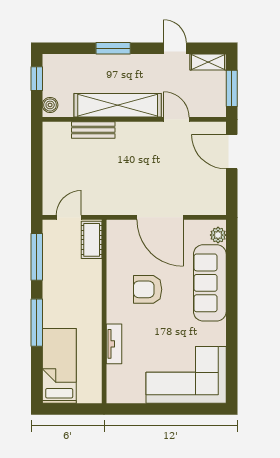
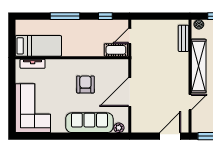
bench: (93, 130) -> (183, 38), moved
door: (69, 217) -> (130, 36), swing flipped
window: (37, 257) -> (105, 16), width x0.46
tv unit: (114, 344) -> (33, 64), moved
bed: (59, 366) -> (38, 46), moved

